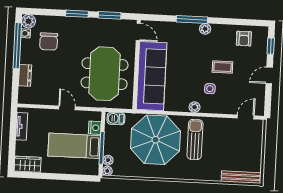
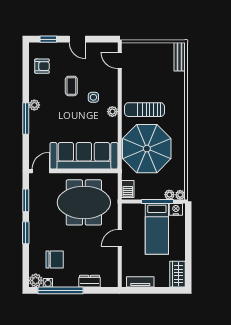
nightstand: (95, 128) -> (176, 209), moved
bench: (241, 177) -> (180, 57), width x0.73

